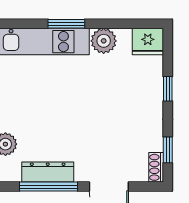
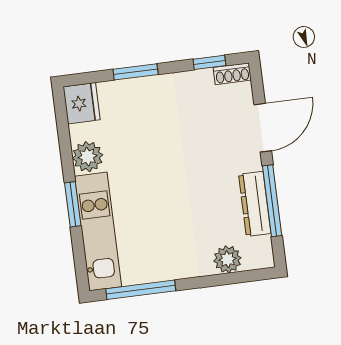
window: (168, 89) -> (136, 72), width x1.50

